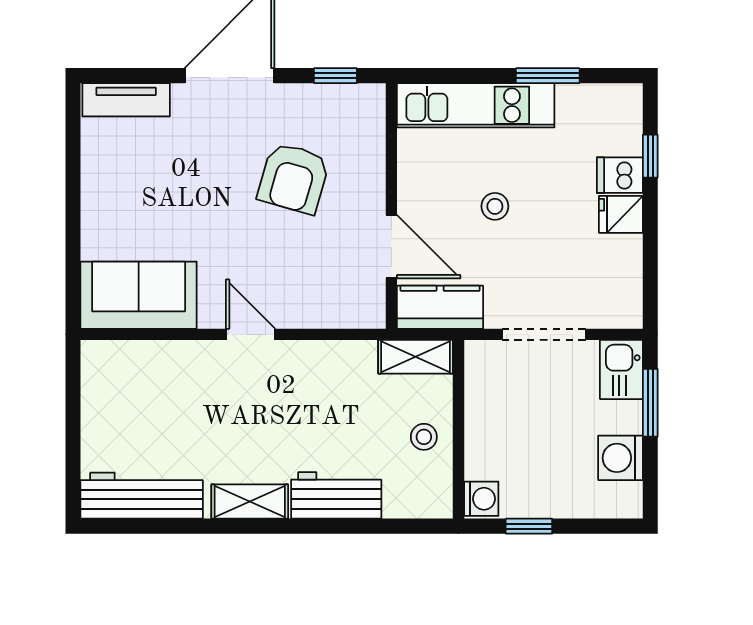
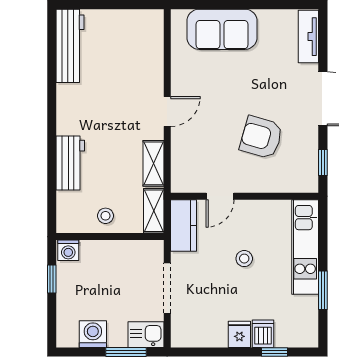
door: (391, 247) -> (220, 196), width x0.73
sofa: (139, 295) -> (222, 29), moved, turned 90
shelving: (250, 502) -> (153, 163), moved

